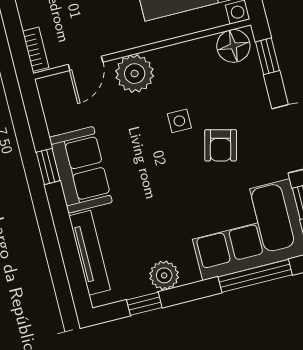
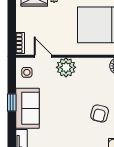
door: (86, 63) -> (43, 56), swing flipped
side table: (179, 121) -> (27, 72), moved

